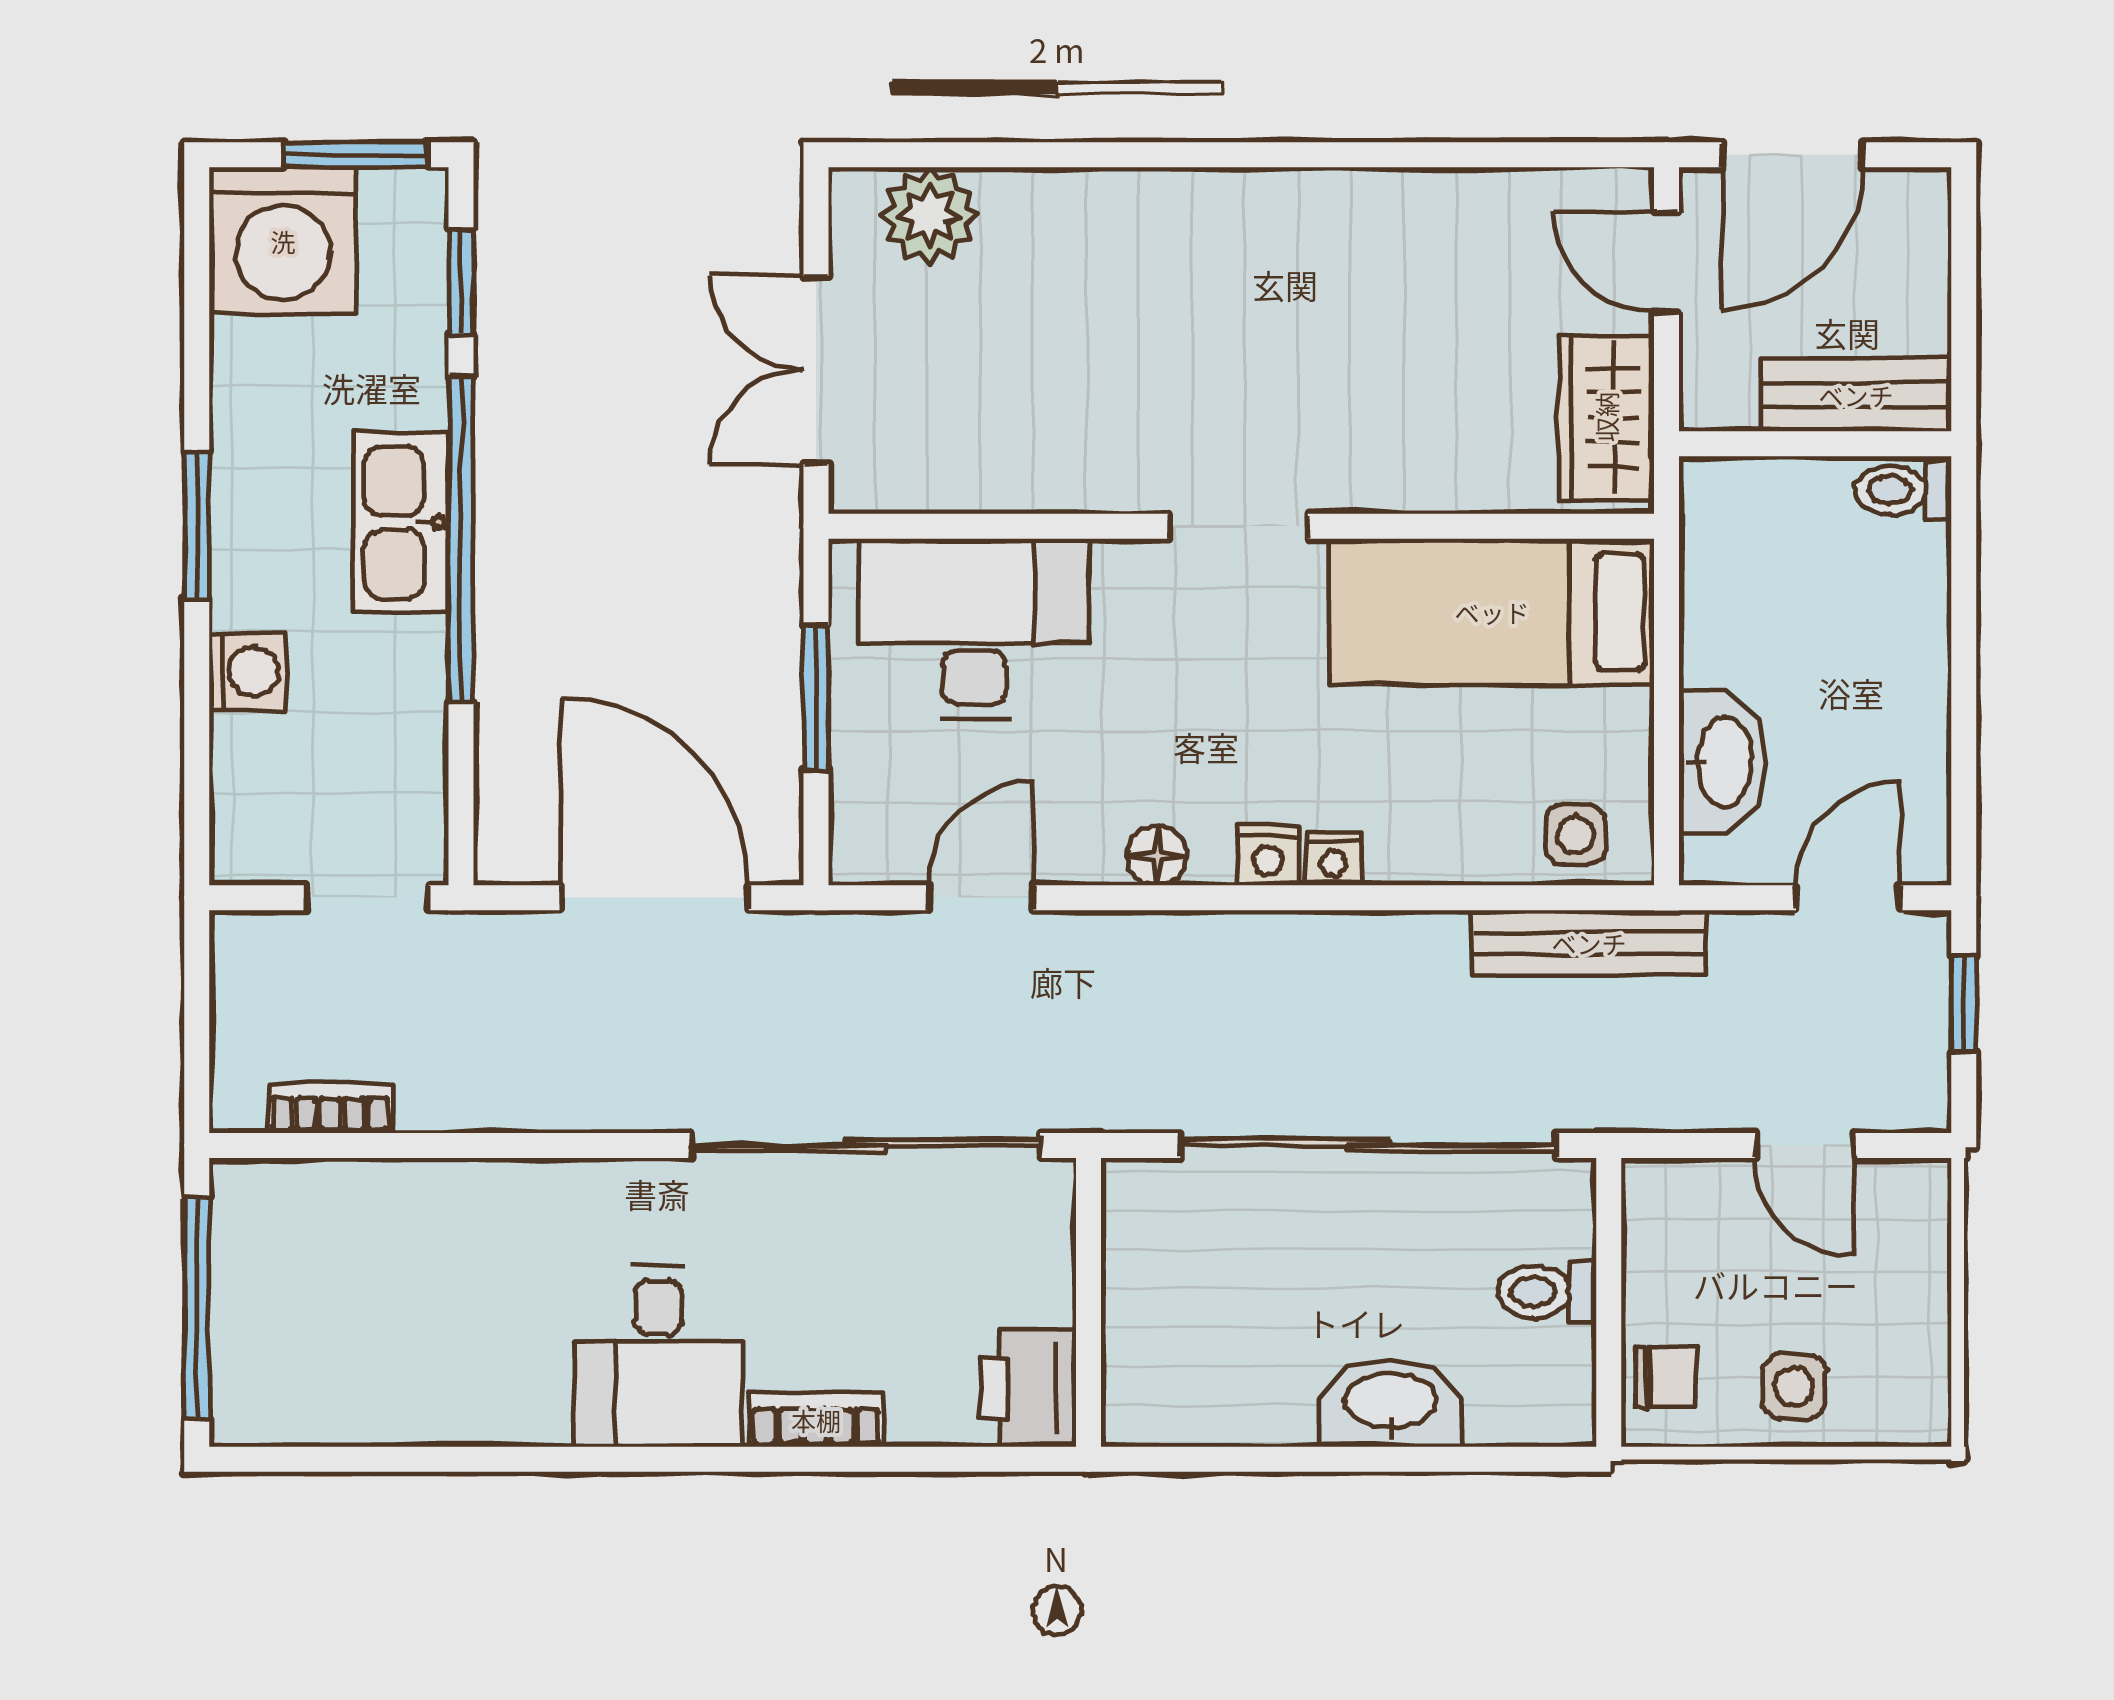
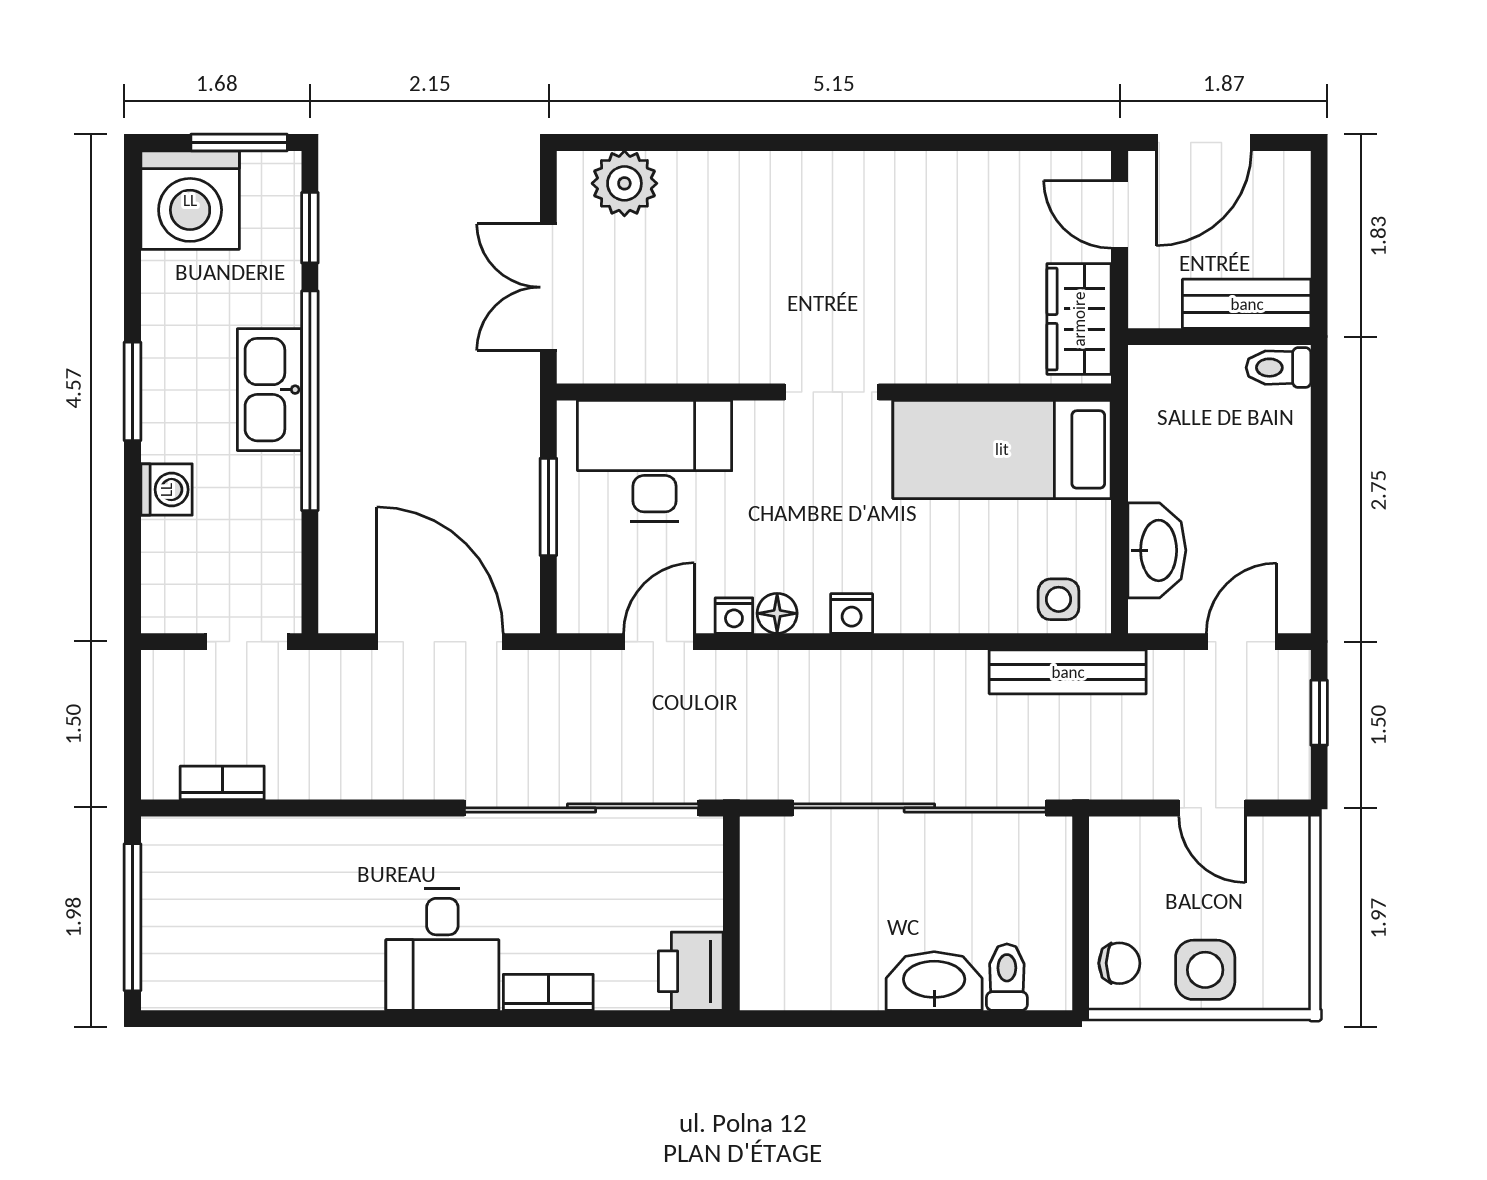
nightstand: (1333, 859) -> (734, 616), moved
toilet: (1547, 1292) -> (1007, 977), moved, turned 90
side table: (1794, 1387) -> (1205, 970), width x1.37, depth x1.37

